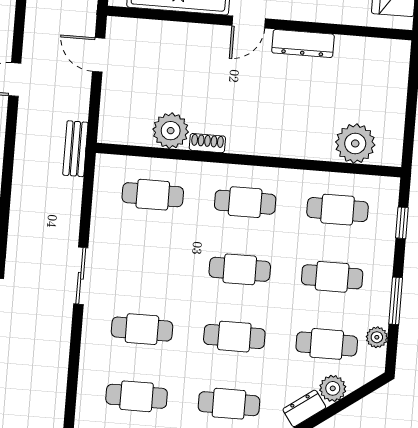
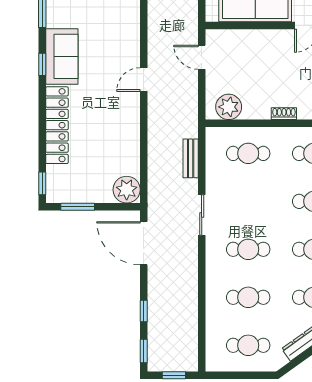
plant: (171, 131) -> (229, 107), moved
bench: (75, 149) -> (191, 158), moved

